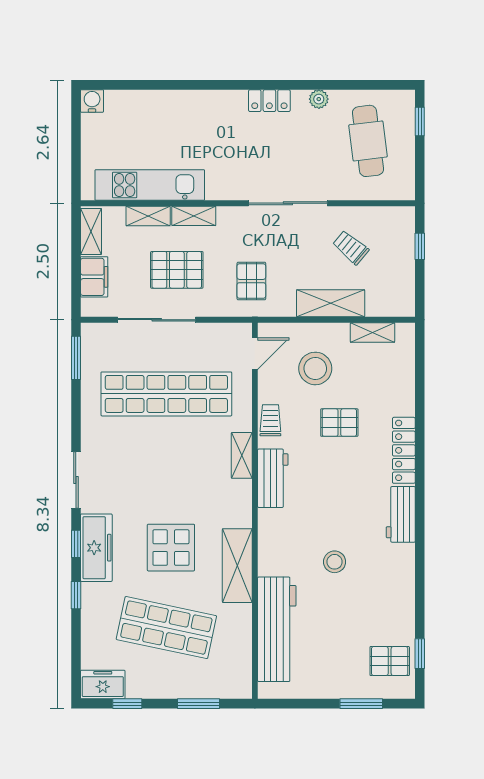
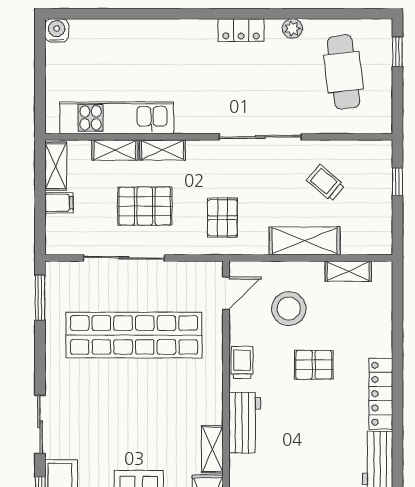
filing cabinet: (94, 277) -> (59, 203), width x0.50
shelving: (242, 455) -> (212, 449), moved

